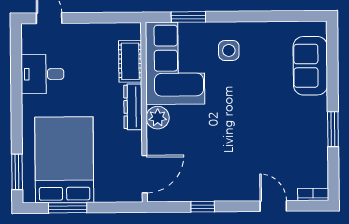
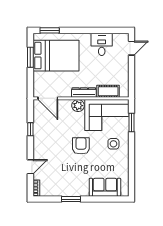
armchair: (233, 111) -> (81, 146), added

